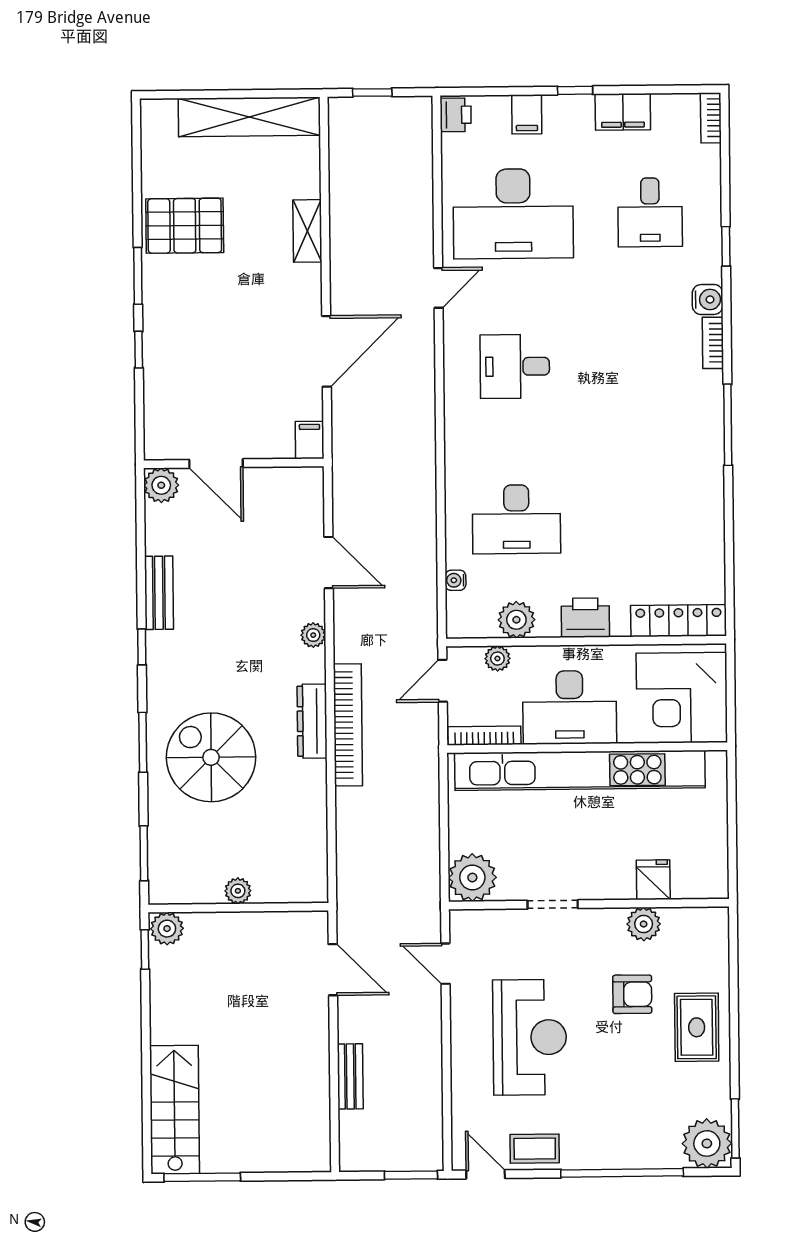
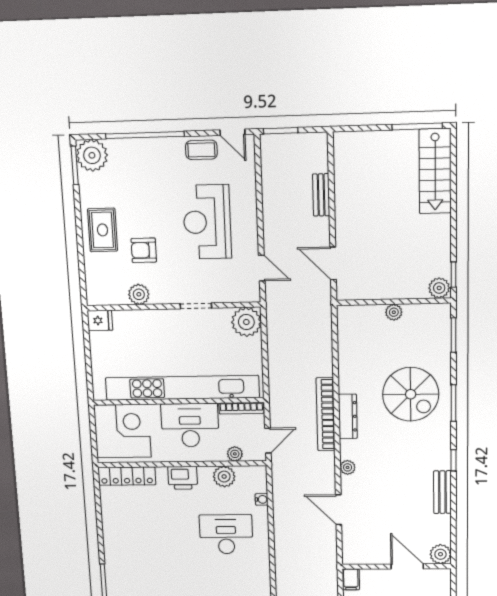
fridge: (653, 880) -> (100, 320), moved, turned -90

